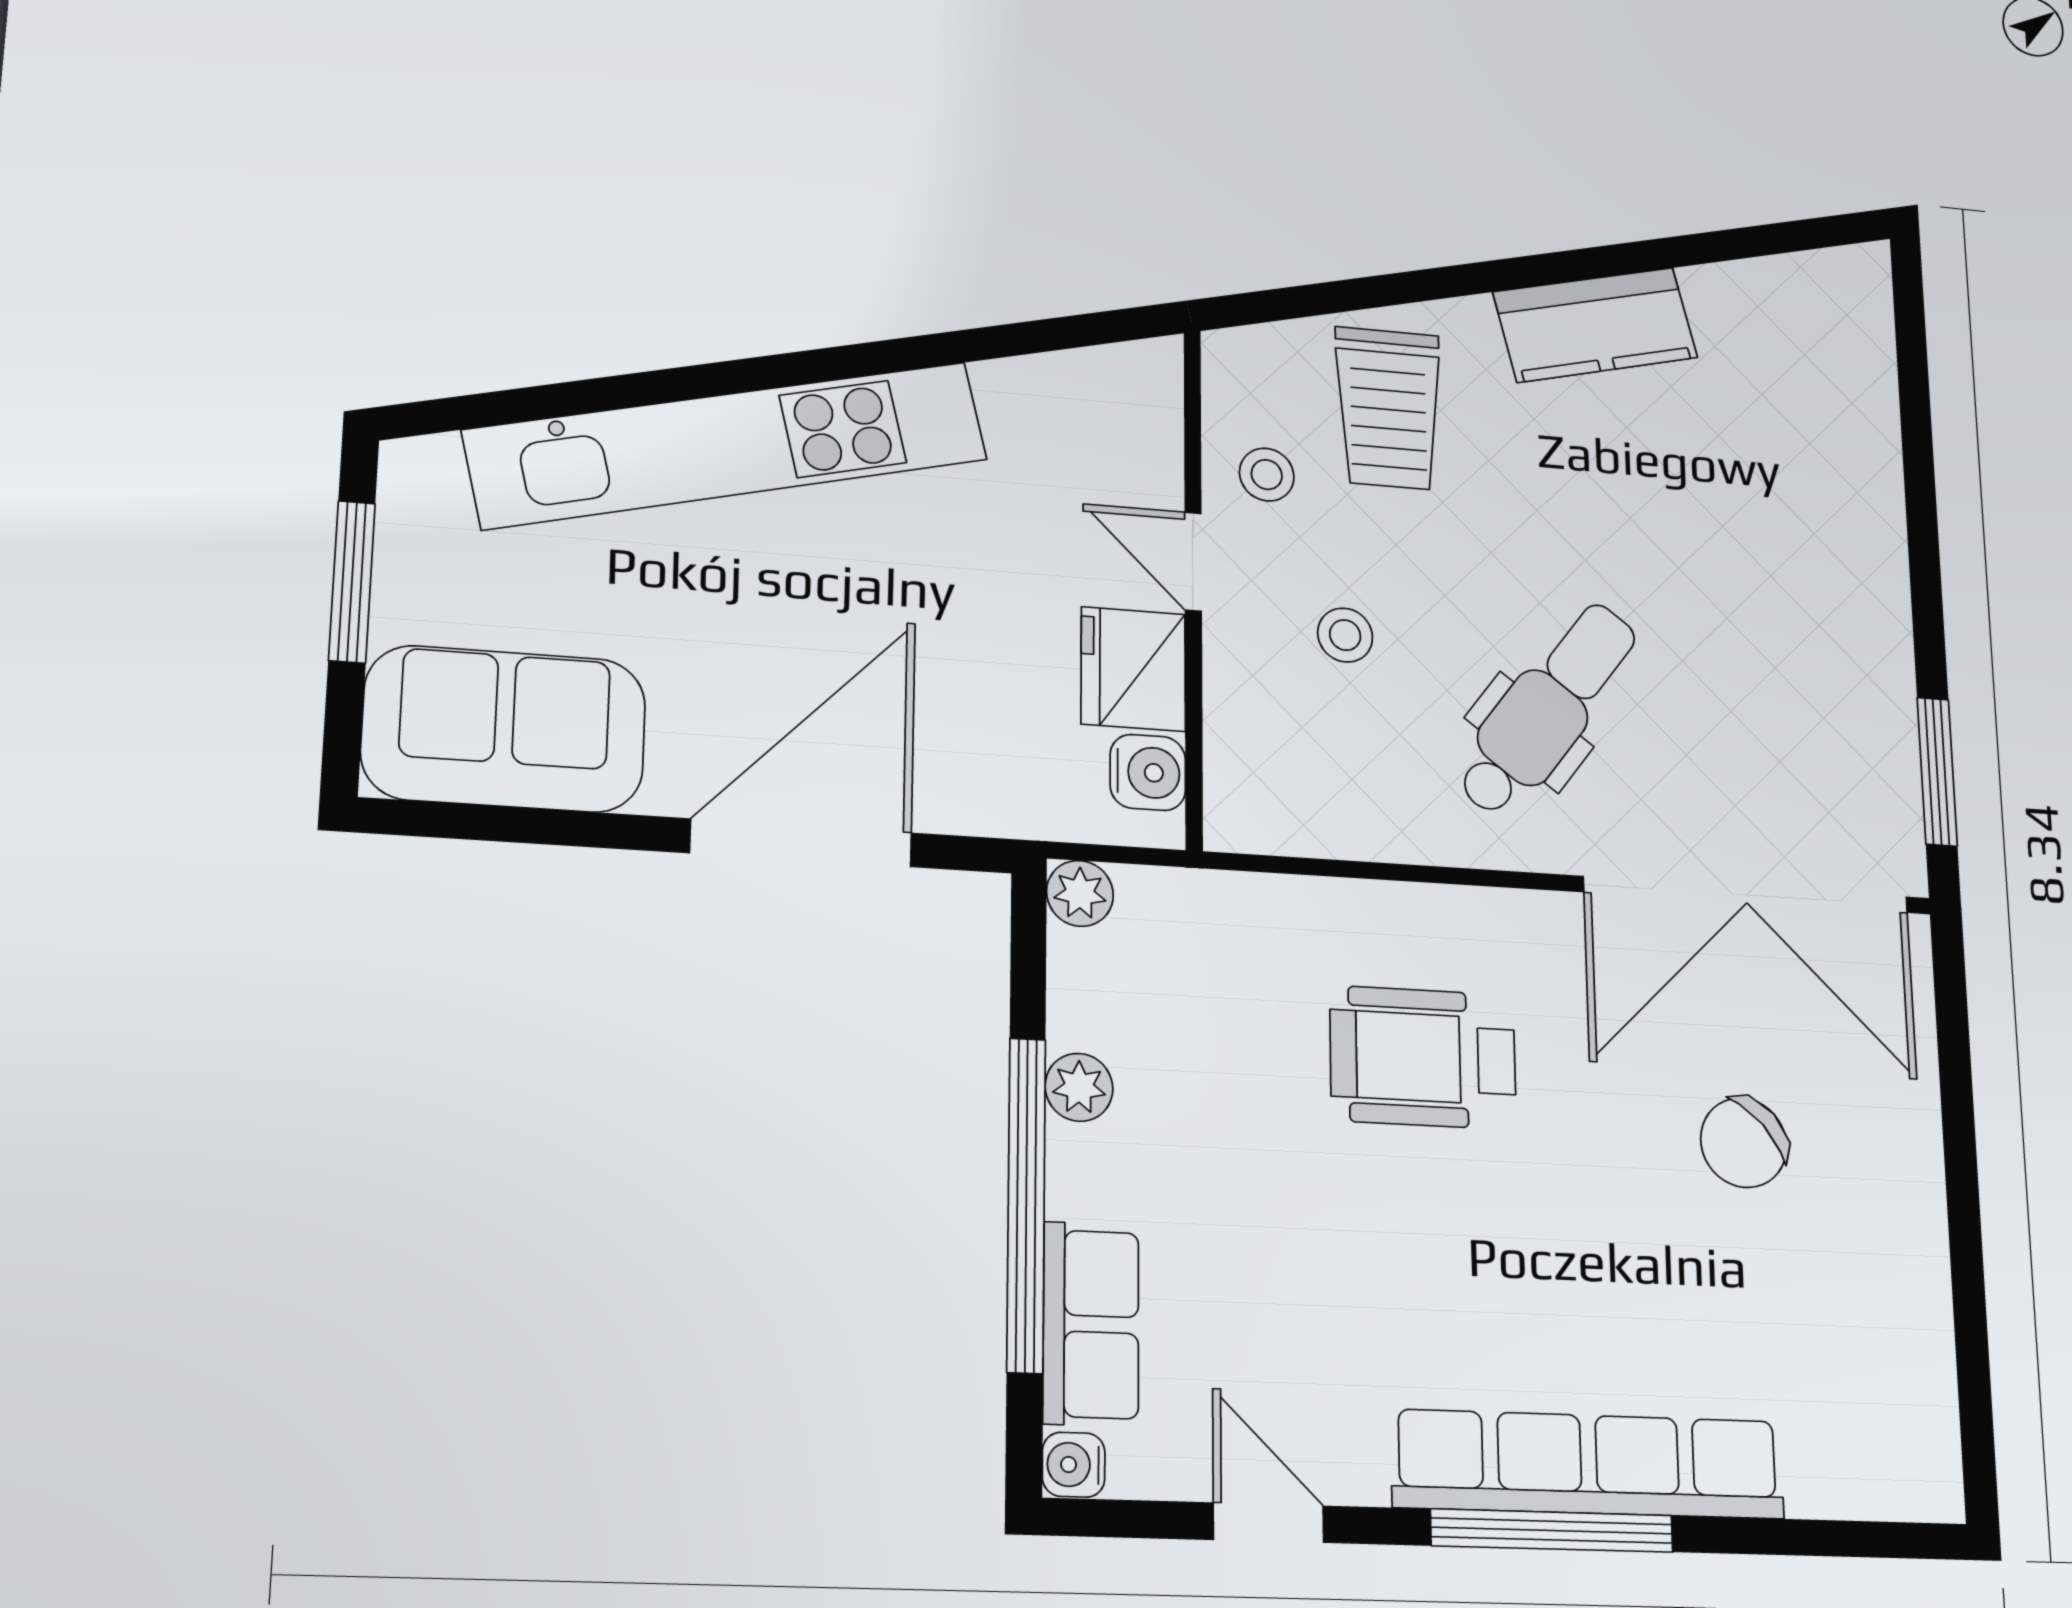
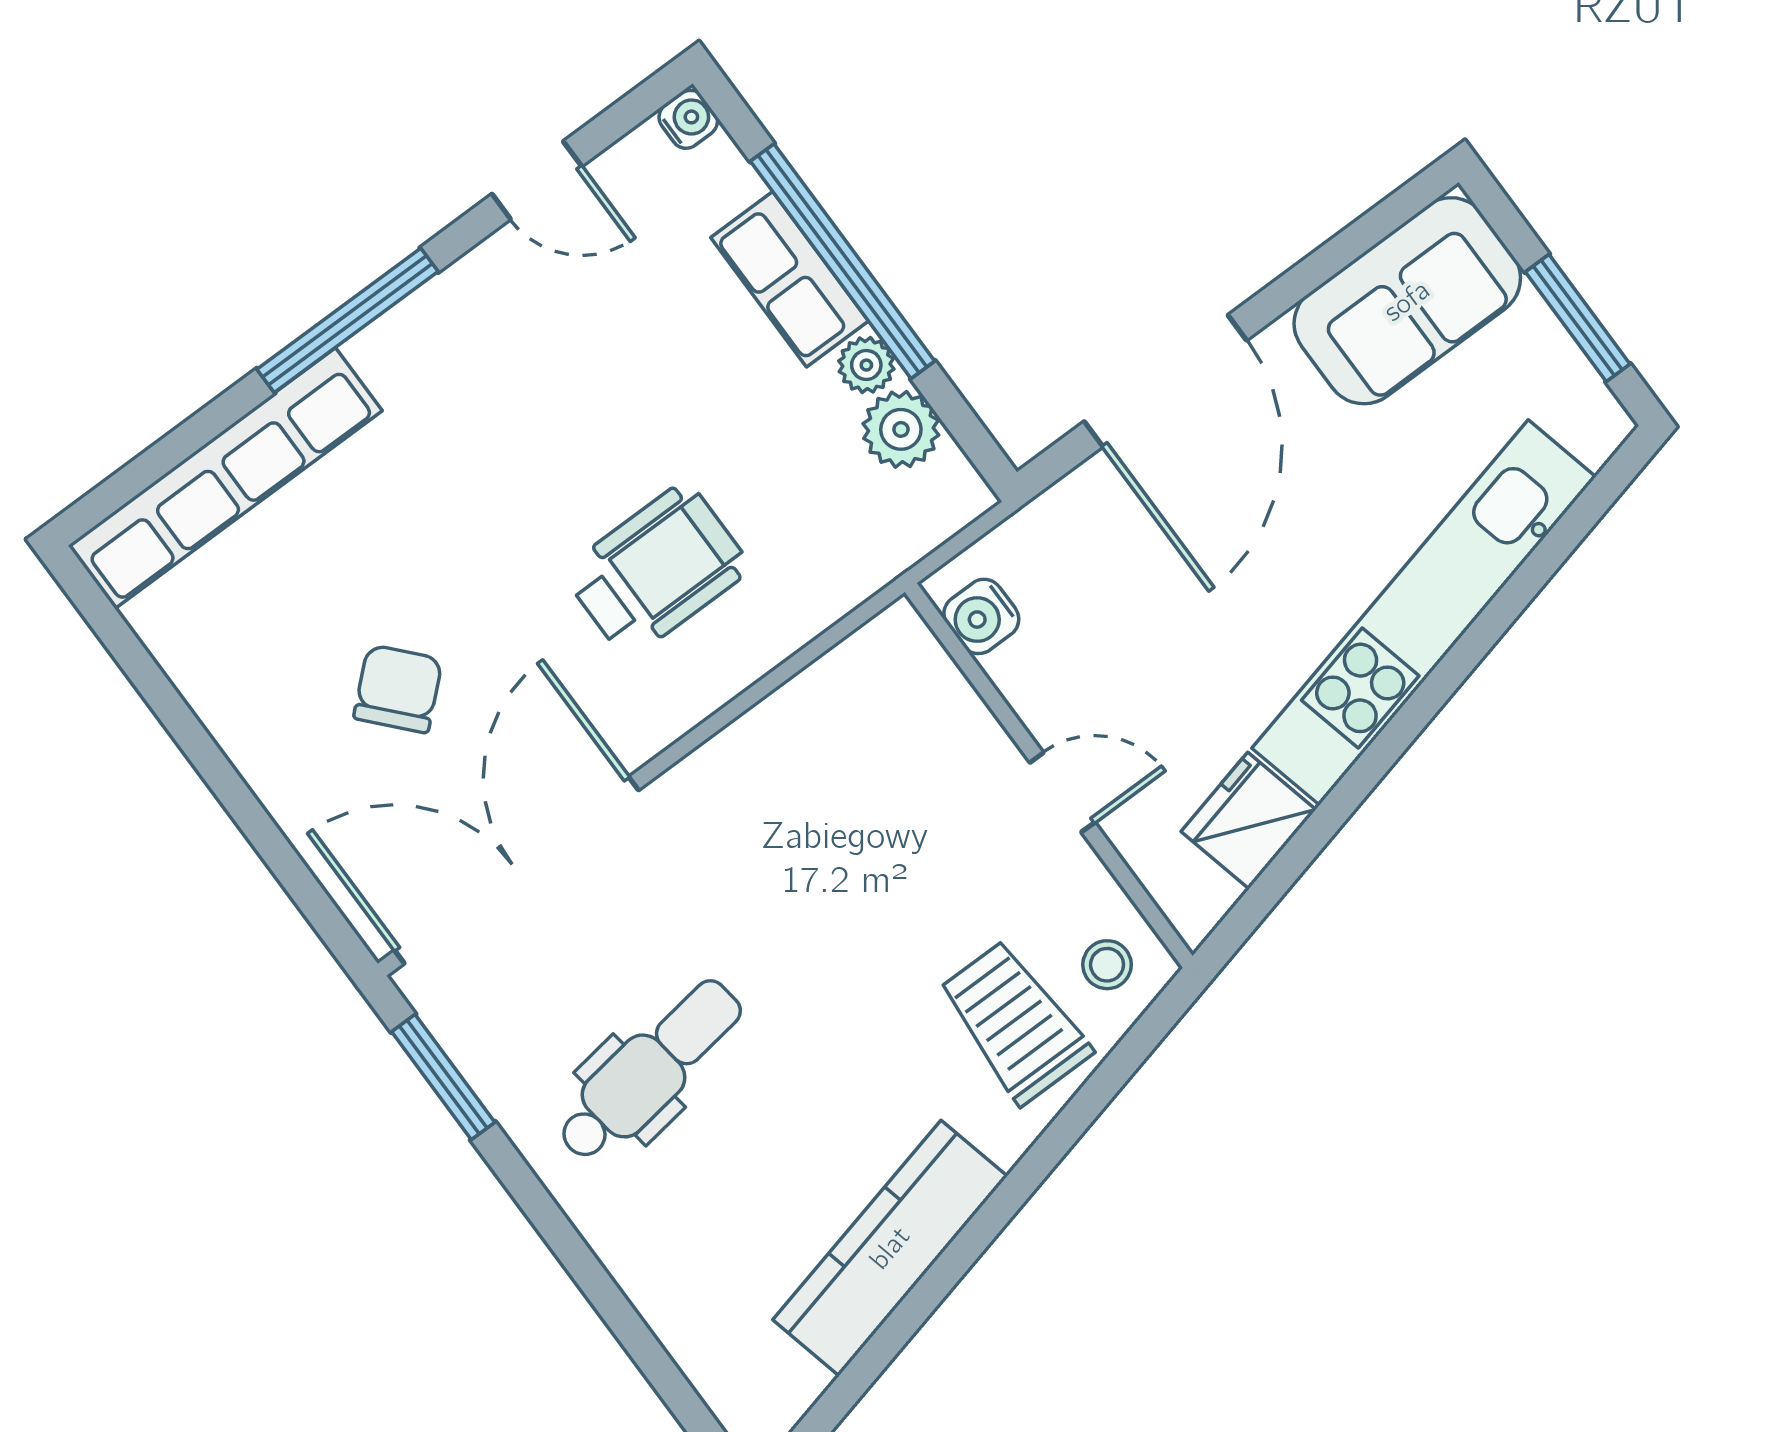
kitchen counter: (1595, 325) -> (890, 1248), width x1.50
stool: (1267, 475) -> (1107, 965), moved
stool: (1345, 635) -> (923, 827), removed
fridge: (1133, 669) -> (1248, 821), moved, turned -103
dental chair: (1547, 709) -> (649, 1070), moved, turned -135
plant: (1080, 893) -> (901, 429), moved, width x1.38, depth x1.38
row of seats: (1091, 1324) -> (790, 279), moved
row of seats: (1589, 1464) -> (225, 478), moved

